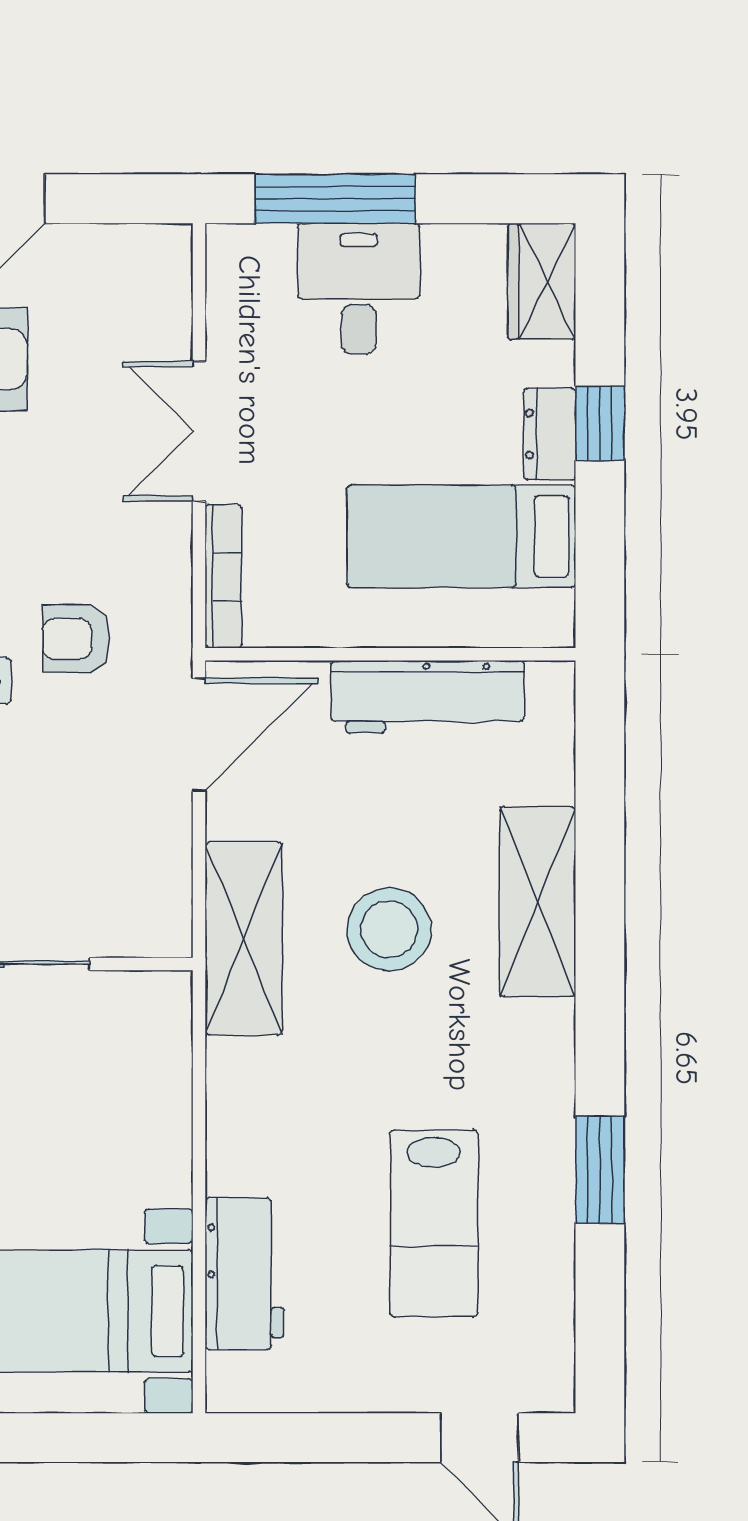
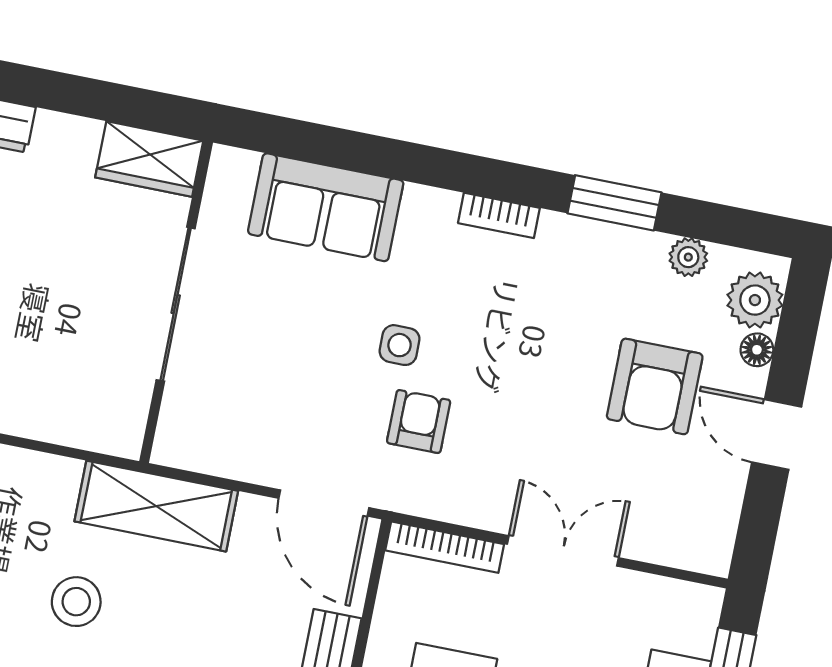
stool: (389, 929) -> (76, 602), moved, width x0.73, depth x0.73

